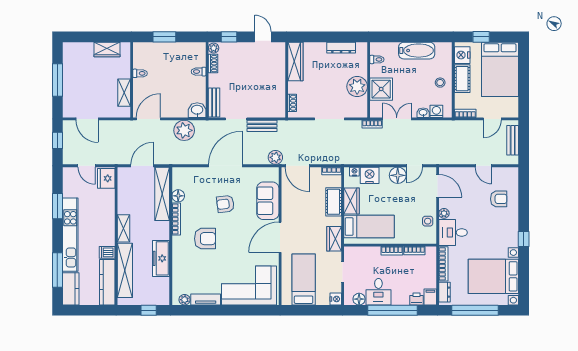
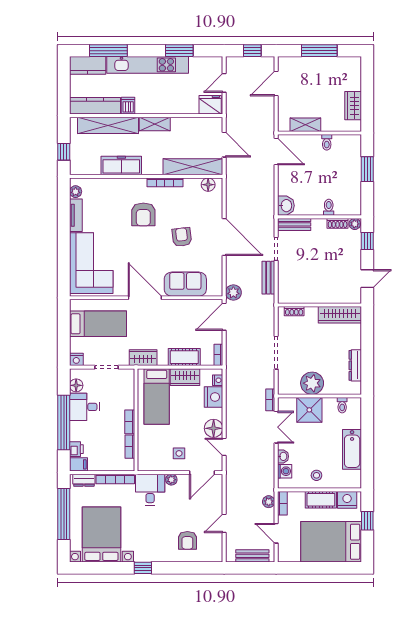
plant: (184, 130) -> (269, 502), moved, width x0.53, depth x0.53
floor lamp: (178, 196) -> (208, 185), moved
side table: (428, 221) -> (179, 453), moved

